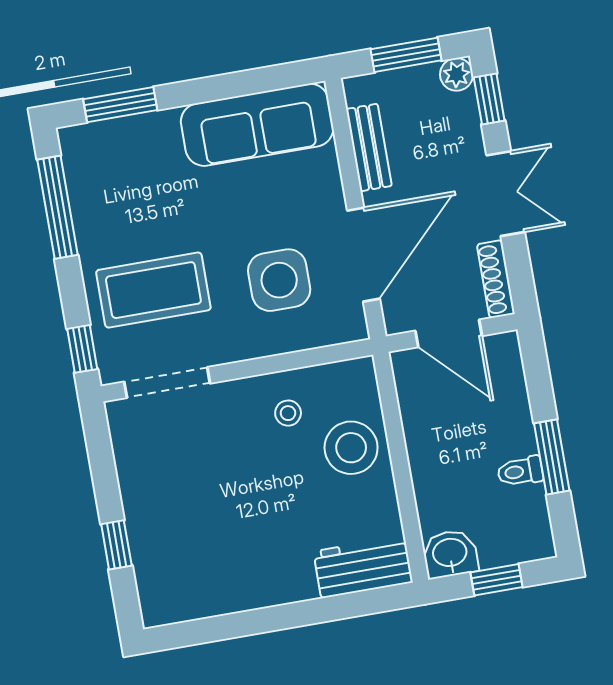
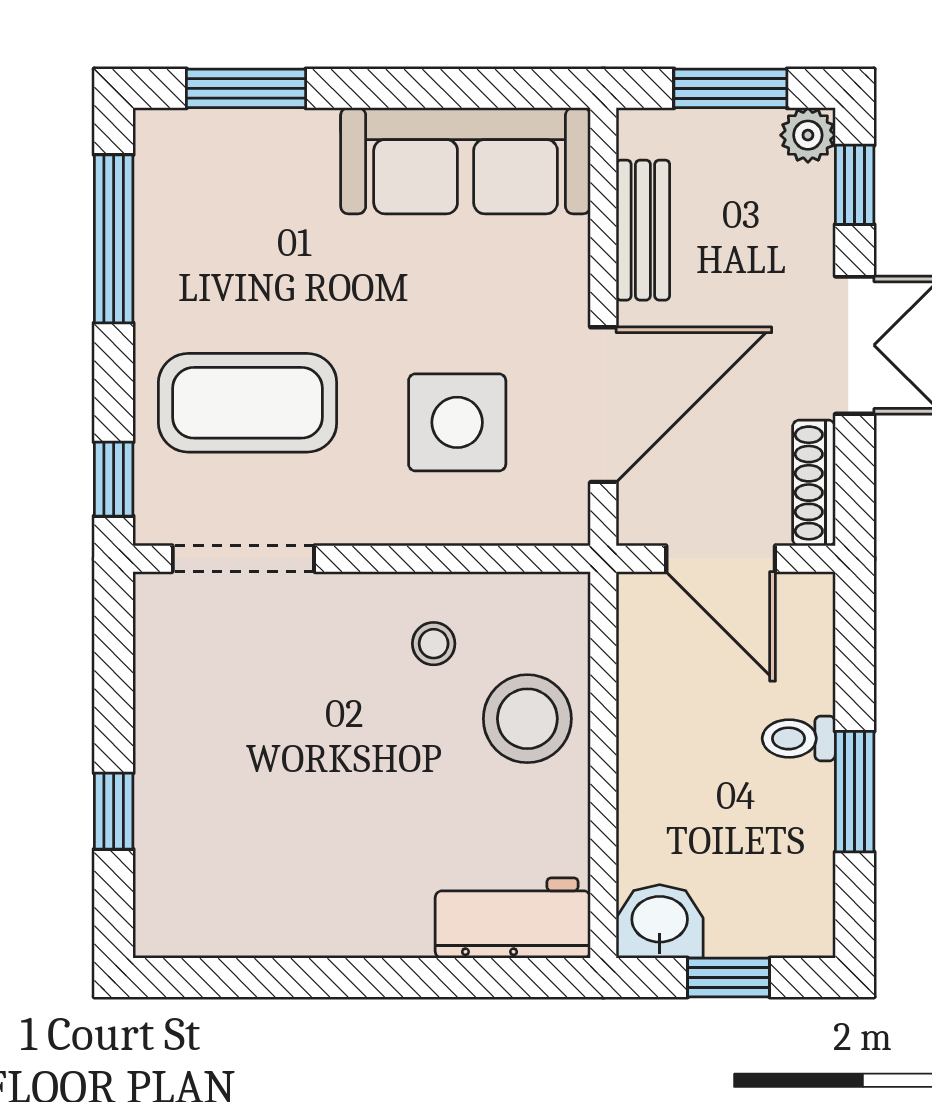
toilet: (520, 471) -> (799, 738), moved

